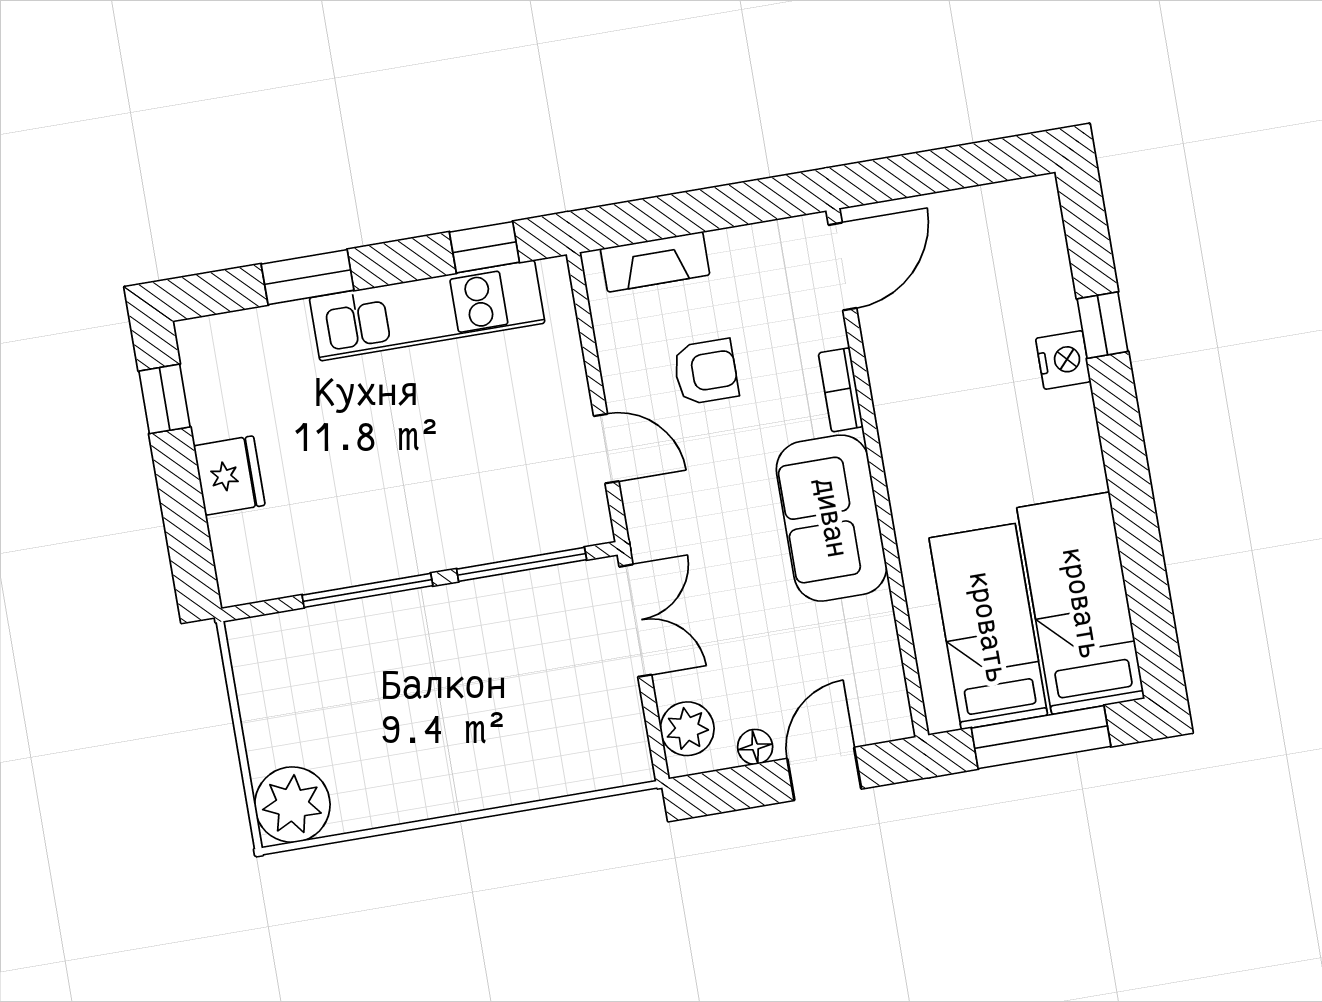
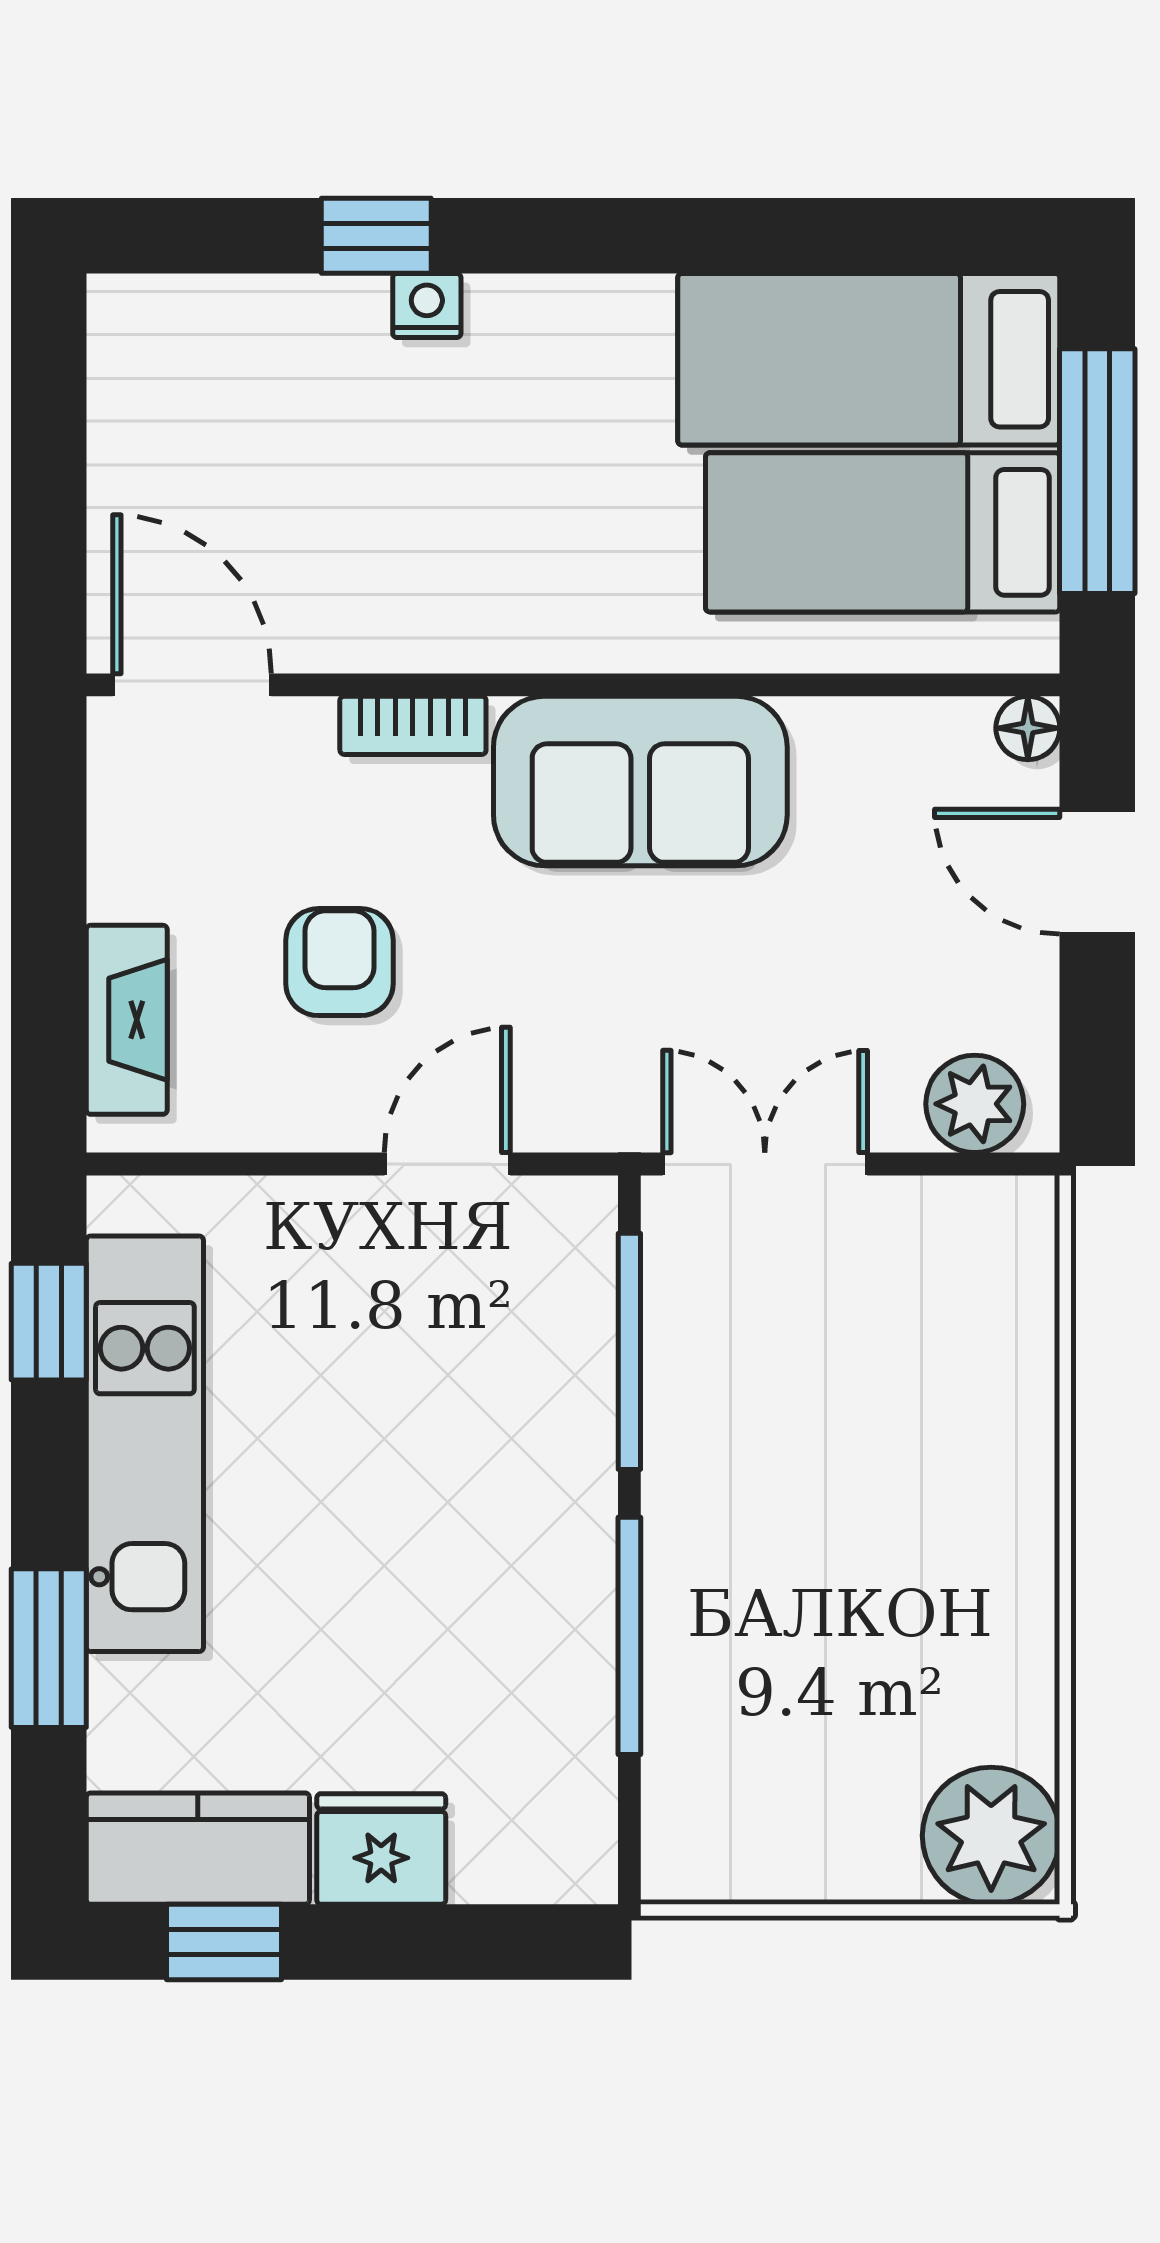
nightstand: (1063, 360) -> (427, 306), width x0.72, depth x0.74
kitchen counter: (213, 376) -> (198, 1849), added
floor lamp: (755, 747) -> (1028, 728), moved

